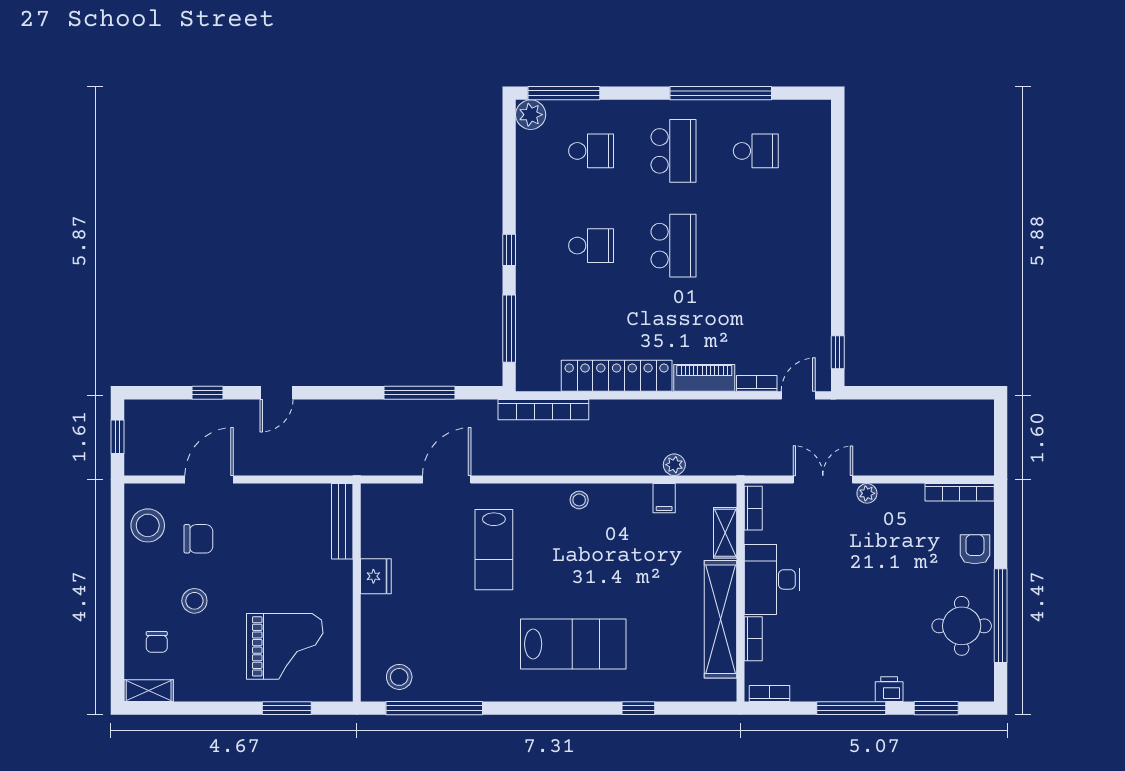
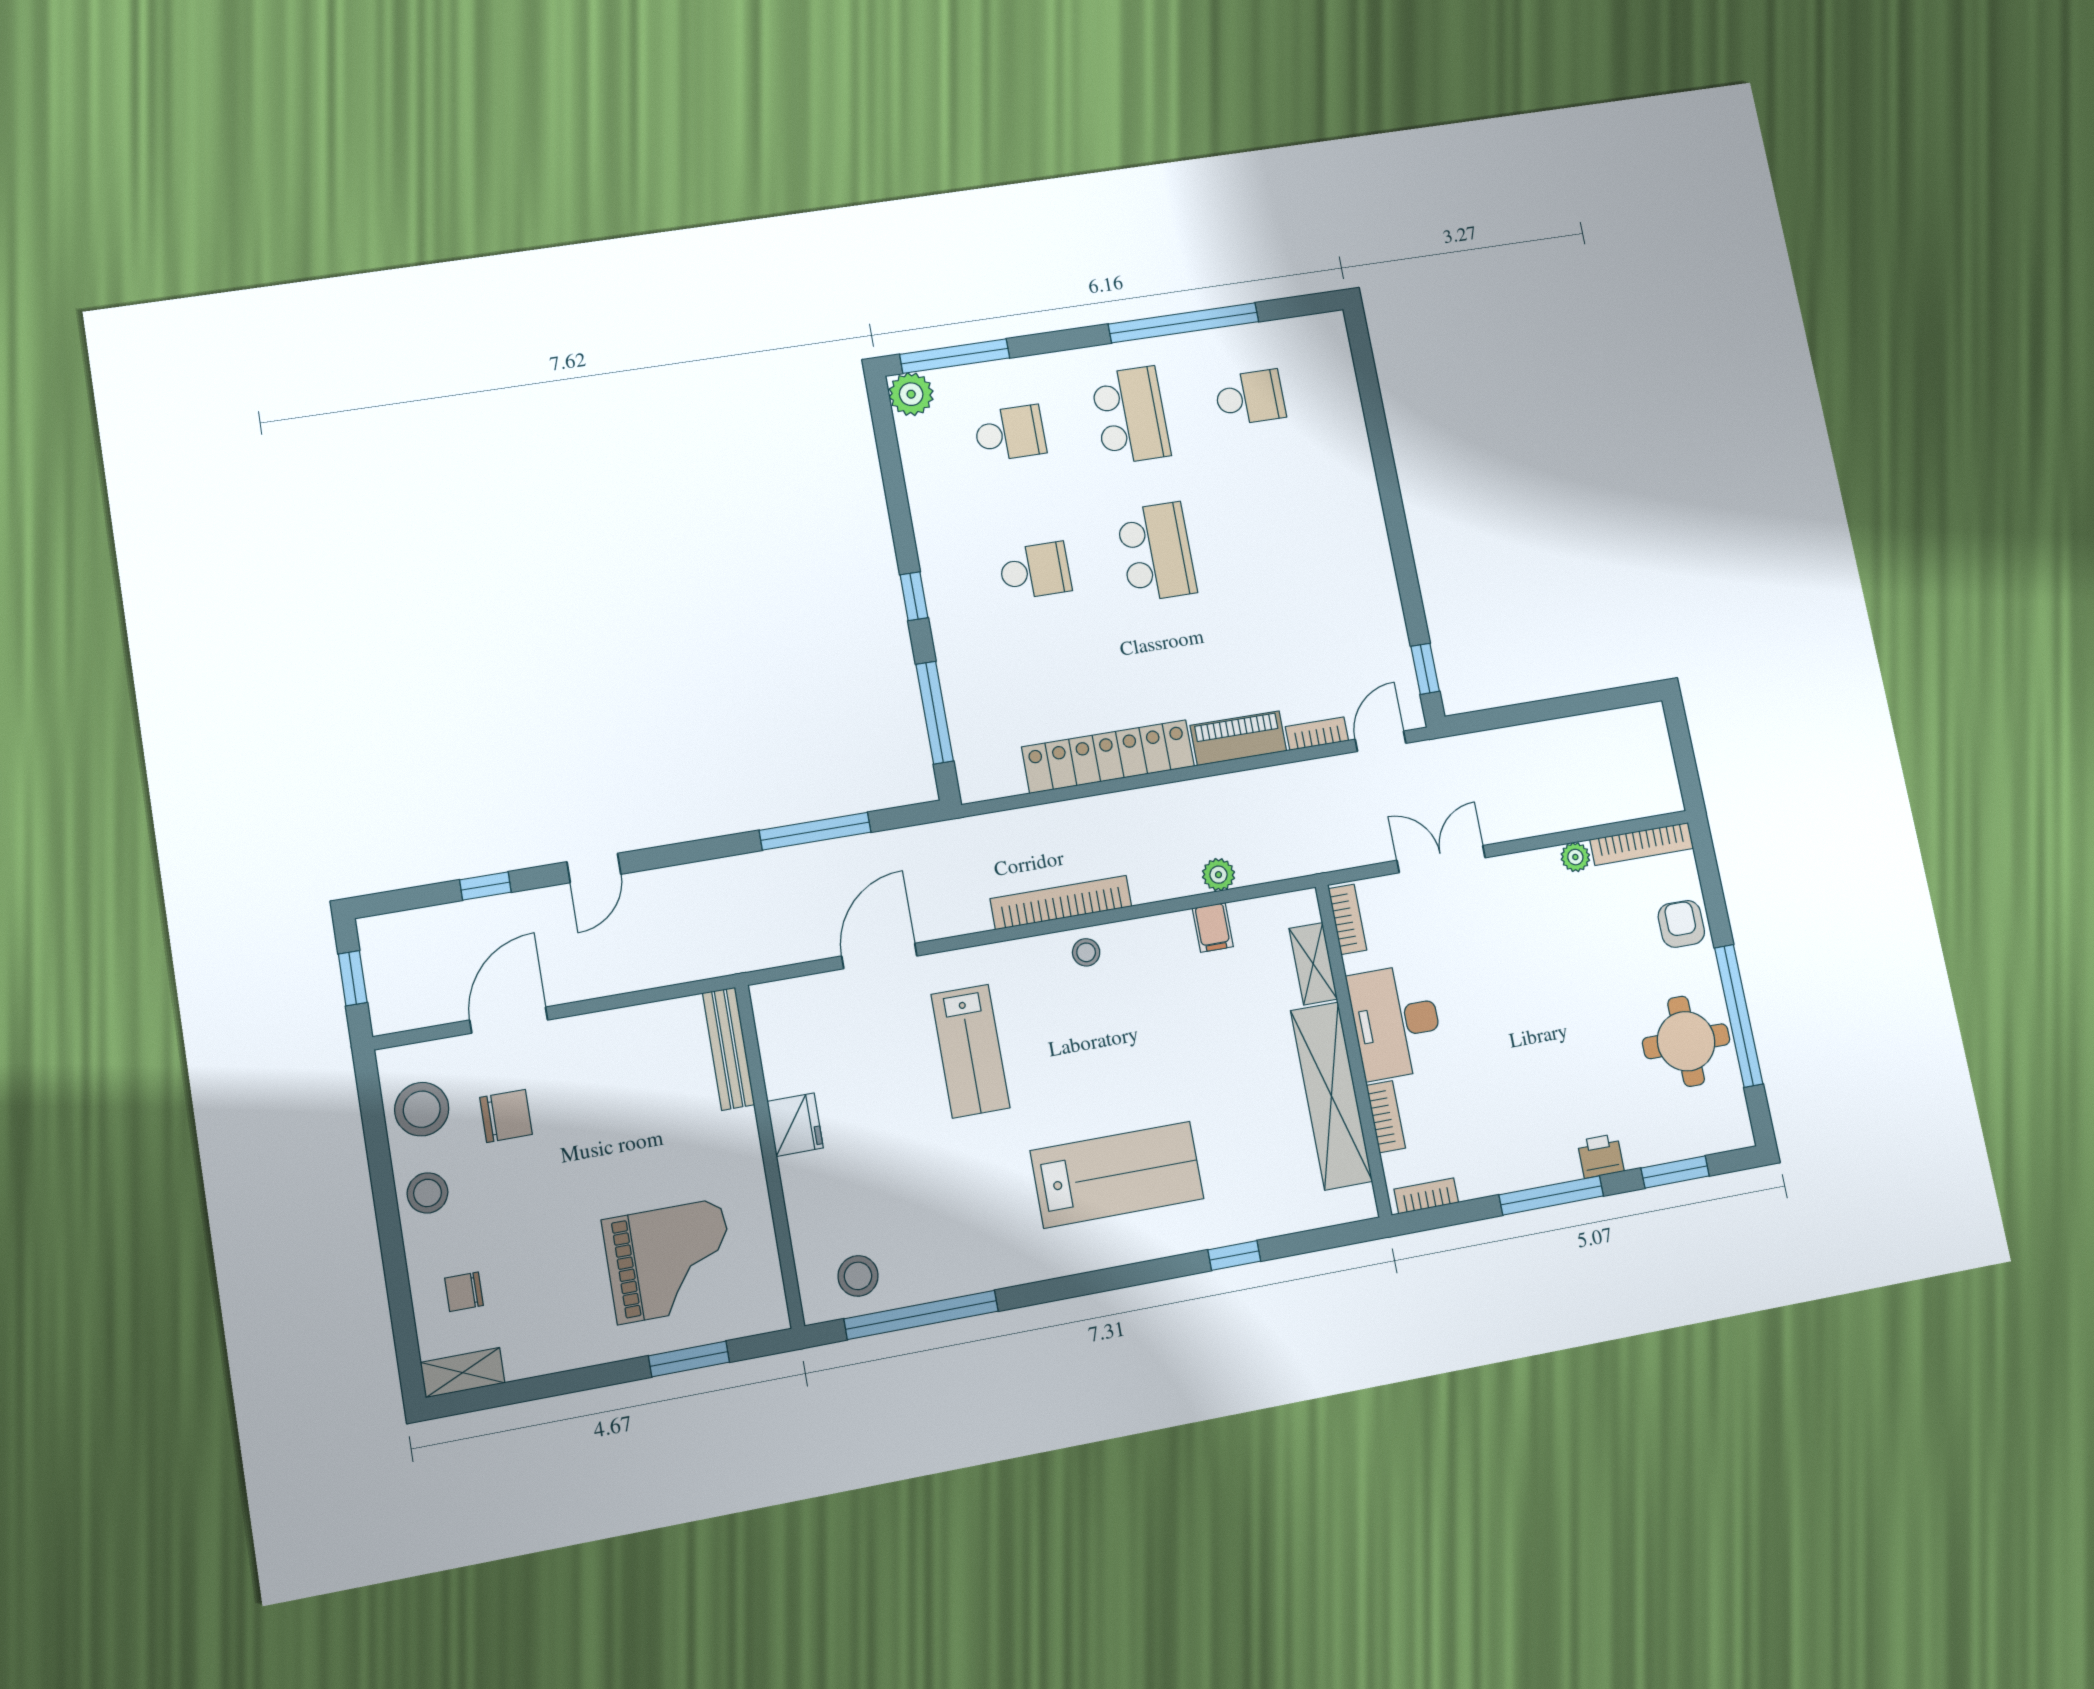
bookcase: (543, 410) -> (1061, 903), moved, turned 180
plant: (867, 493) -> (1575, 857), moved
stool: (194, 601) -> (427, 1193), moved
chair: (157, 642) -> (464, 1292), turned 90

